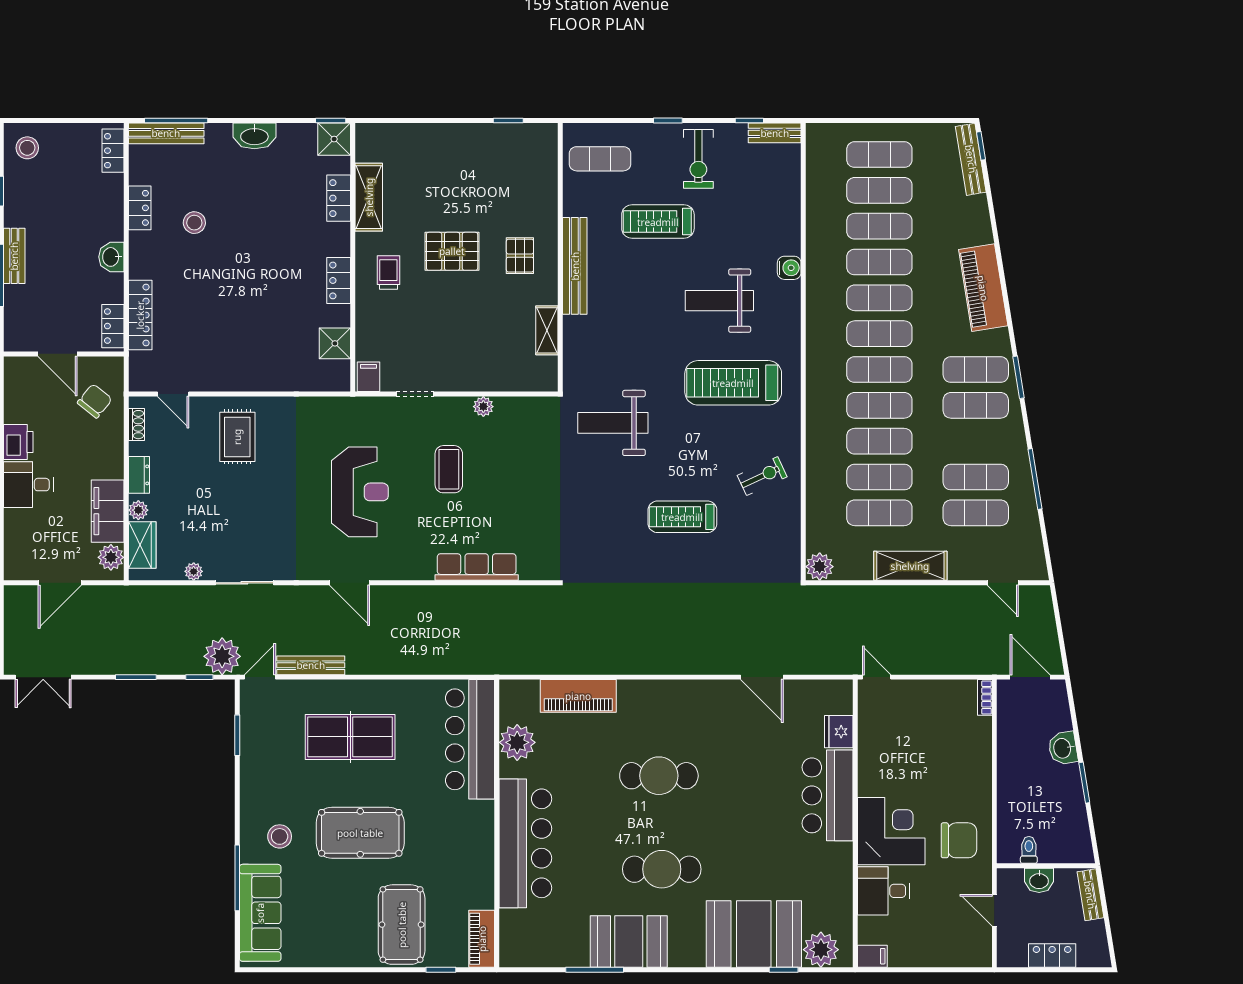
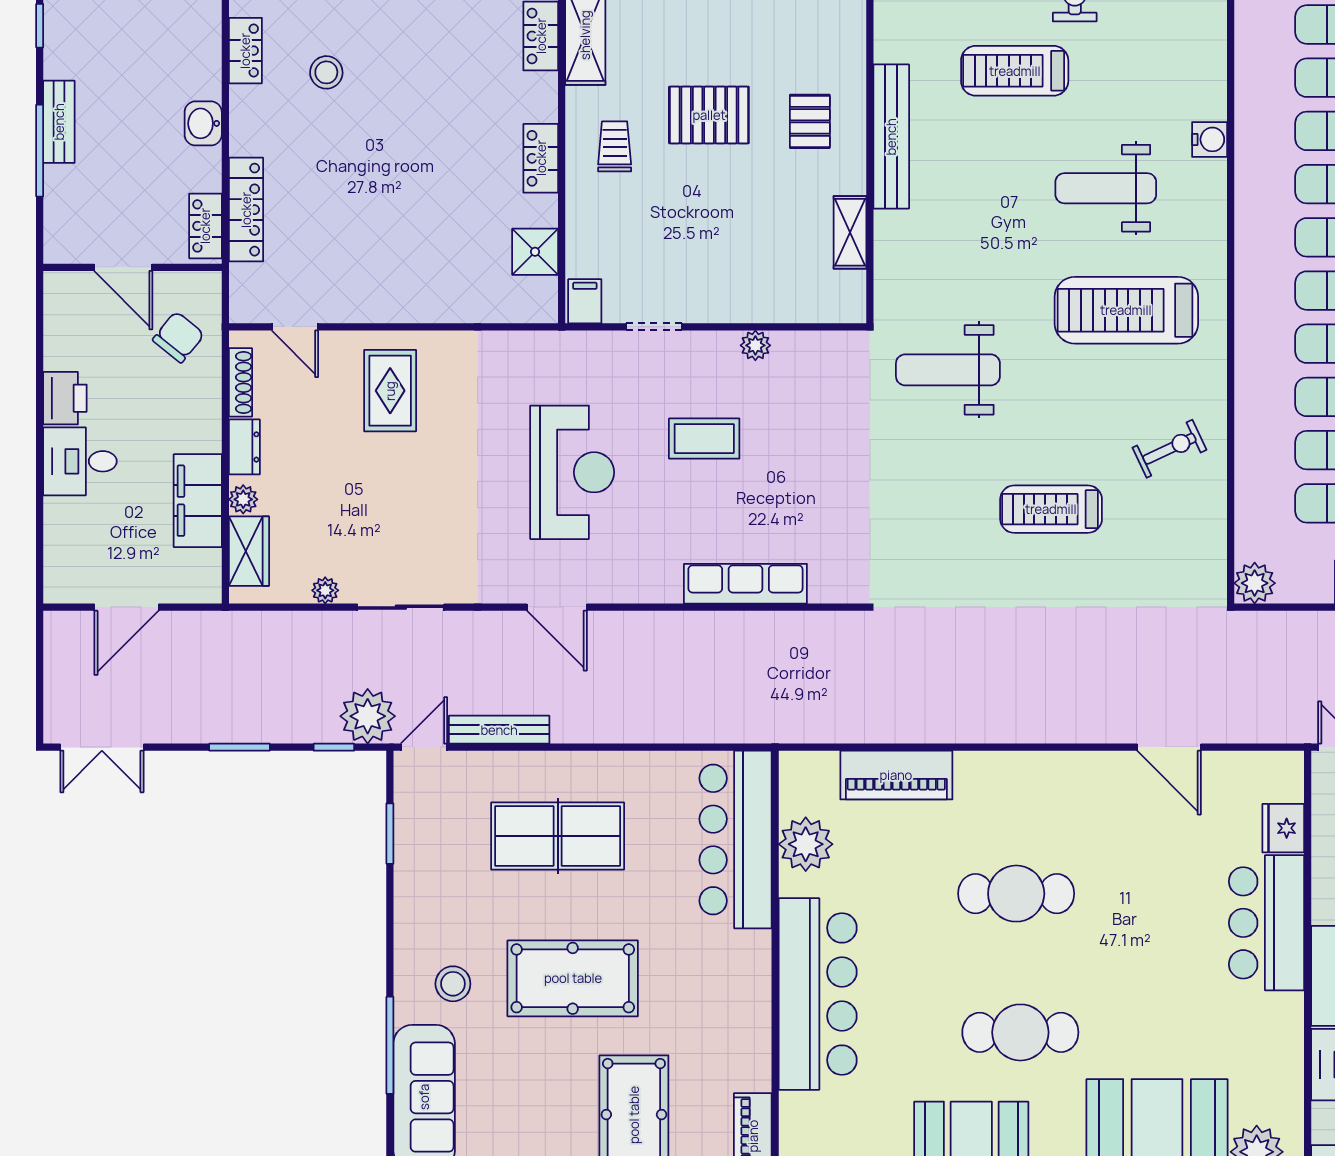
shoe rack: (137, 425) -> (240, 382), width x1.43
coffee table: (449, 469) -> (704, 439), turned 90
plant: (111, 557) -> (202, 569), removed

